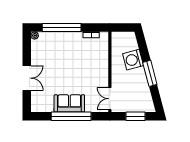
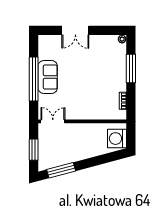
window: (62, 27) -> (131, 69), width x0.68
washing machine: (133, 60) -> (117, 139), moved, turned -75
window: (150, 73) -> (61, 170), moved

